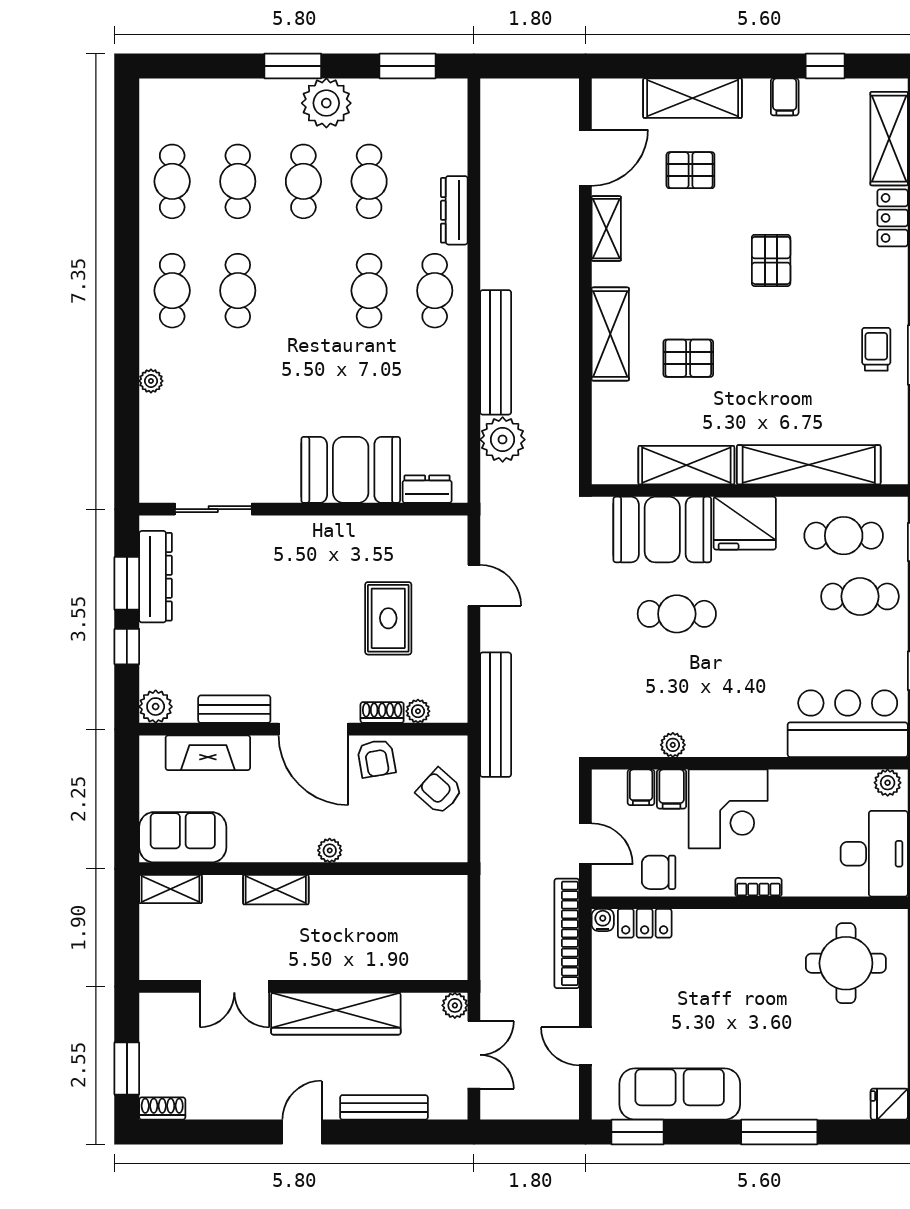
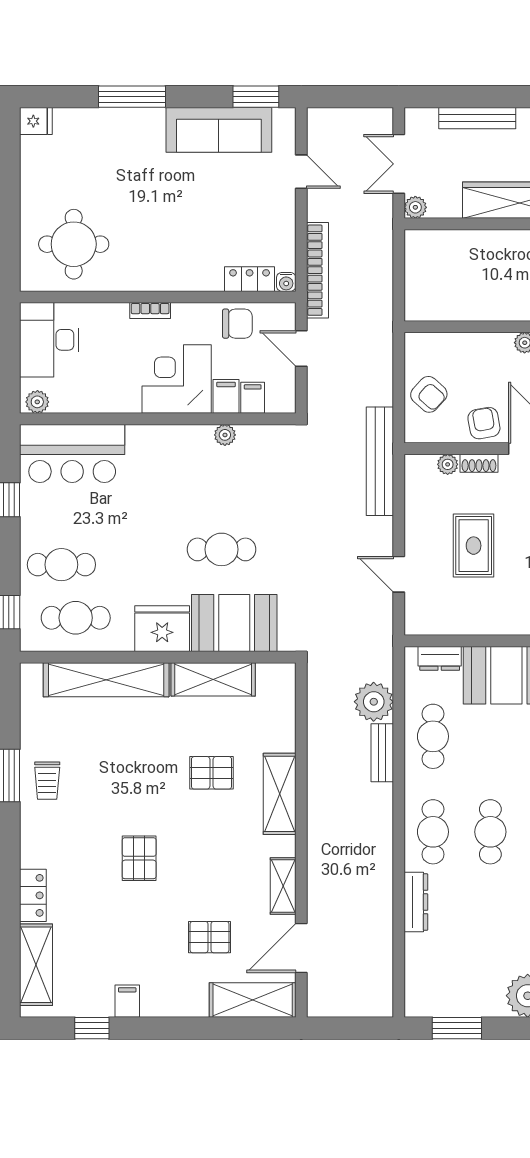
shelving: (693, 98) -> (253, 1000), moved
cafe table: (369, 181) -> (433, 736), moved
bench: (496, 352) -> (382, 753), width x0.54, depth x0.82

